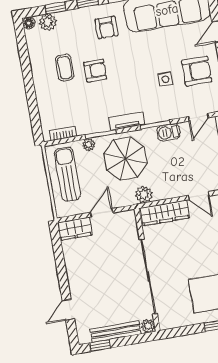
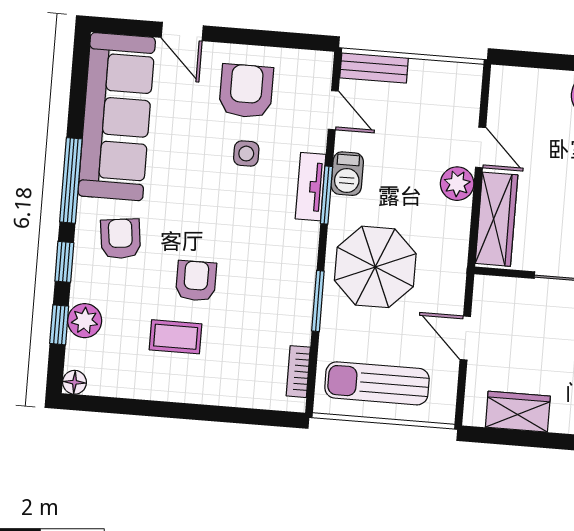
plant: (48, 22) -> (85, 321), moved
armchair: (107, 27) -> (121, 239), turned -97
tv unit: (127, 121) -> (311, 187), moved
plant: (89, 145) -> (332, 329), removed
plant: (144, 194) -> (457, 184), moved
door: (199, 196) -> (481, 147), hinge flipped
wardrobe: (75, 229) -> (518, 412), moved, turned -90

